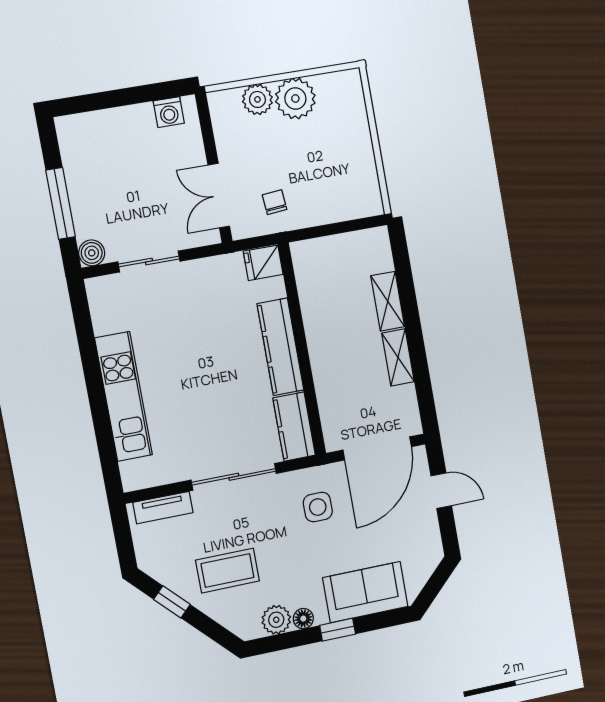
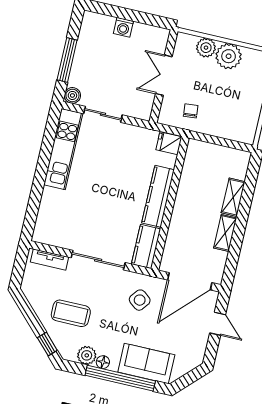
washing machine: (169, 112) -> (123, 27), moved
double door: (219, 196) -> (164, 75), moved
kitchen unit: (124, 396) -> (63, 149), moved
side table: (318, 507) -> (140, 300), turned 38
window: (172, 602) -> (47, 344), moved
window: (338, 630) -> (120, 378), width x3.17

